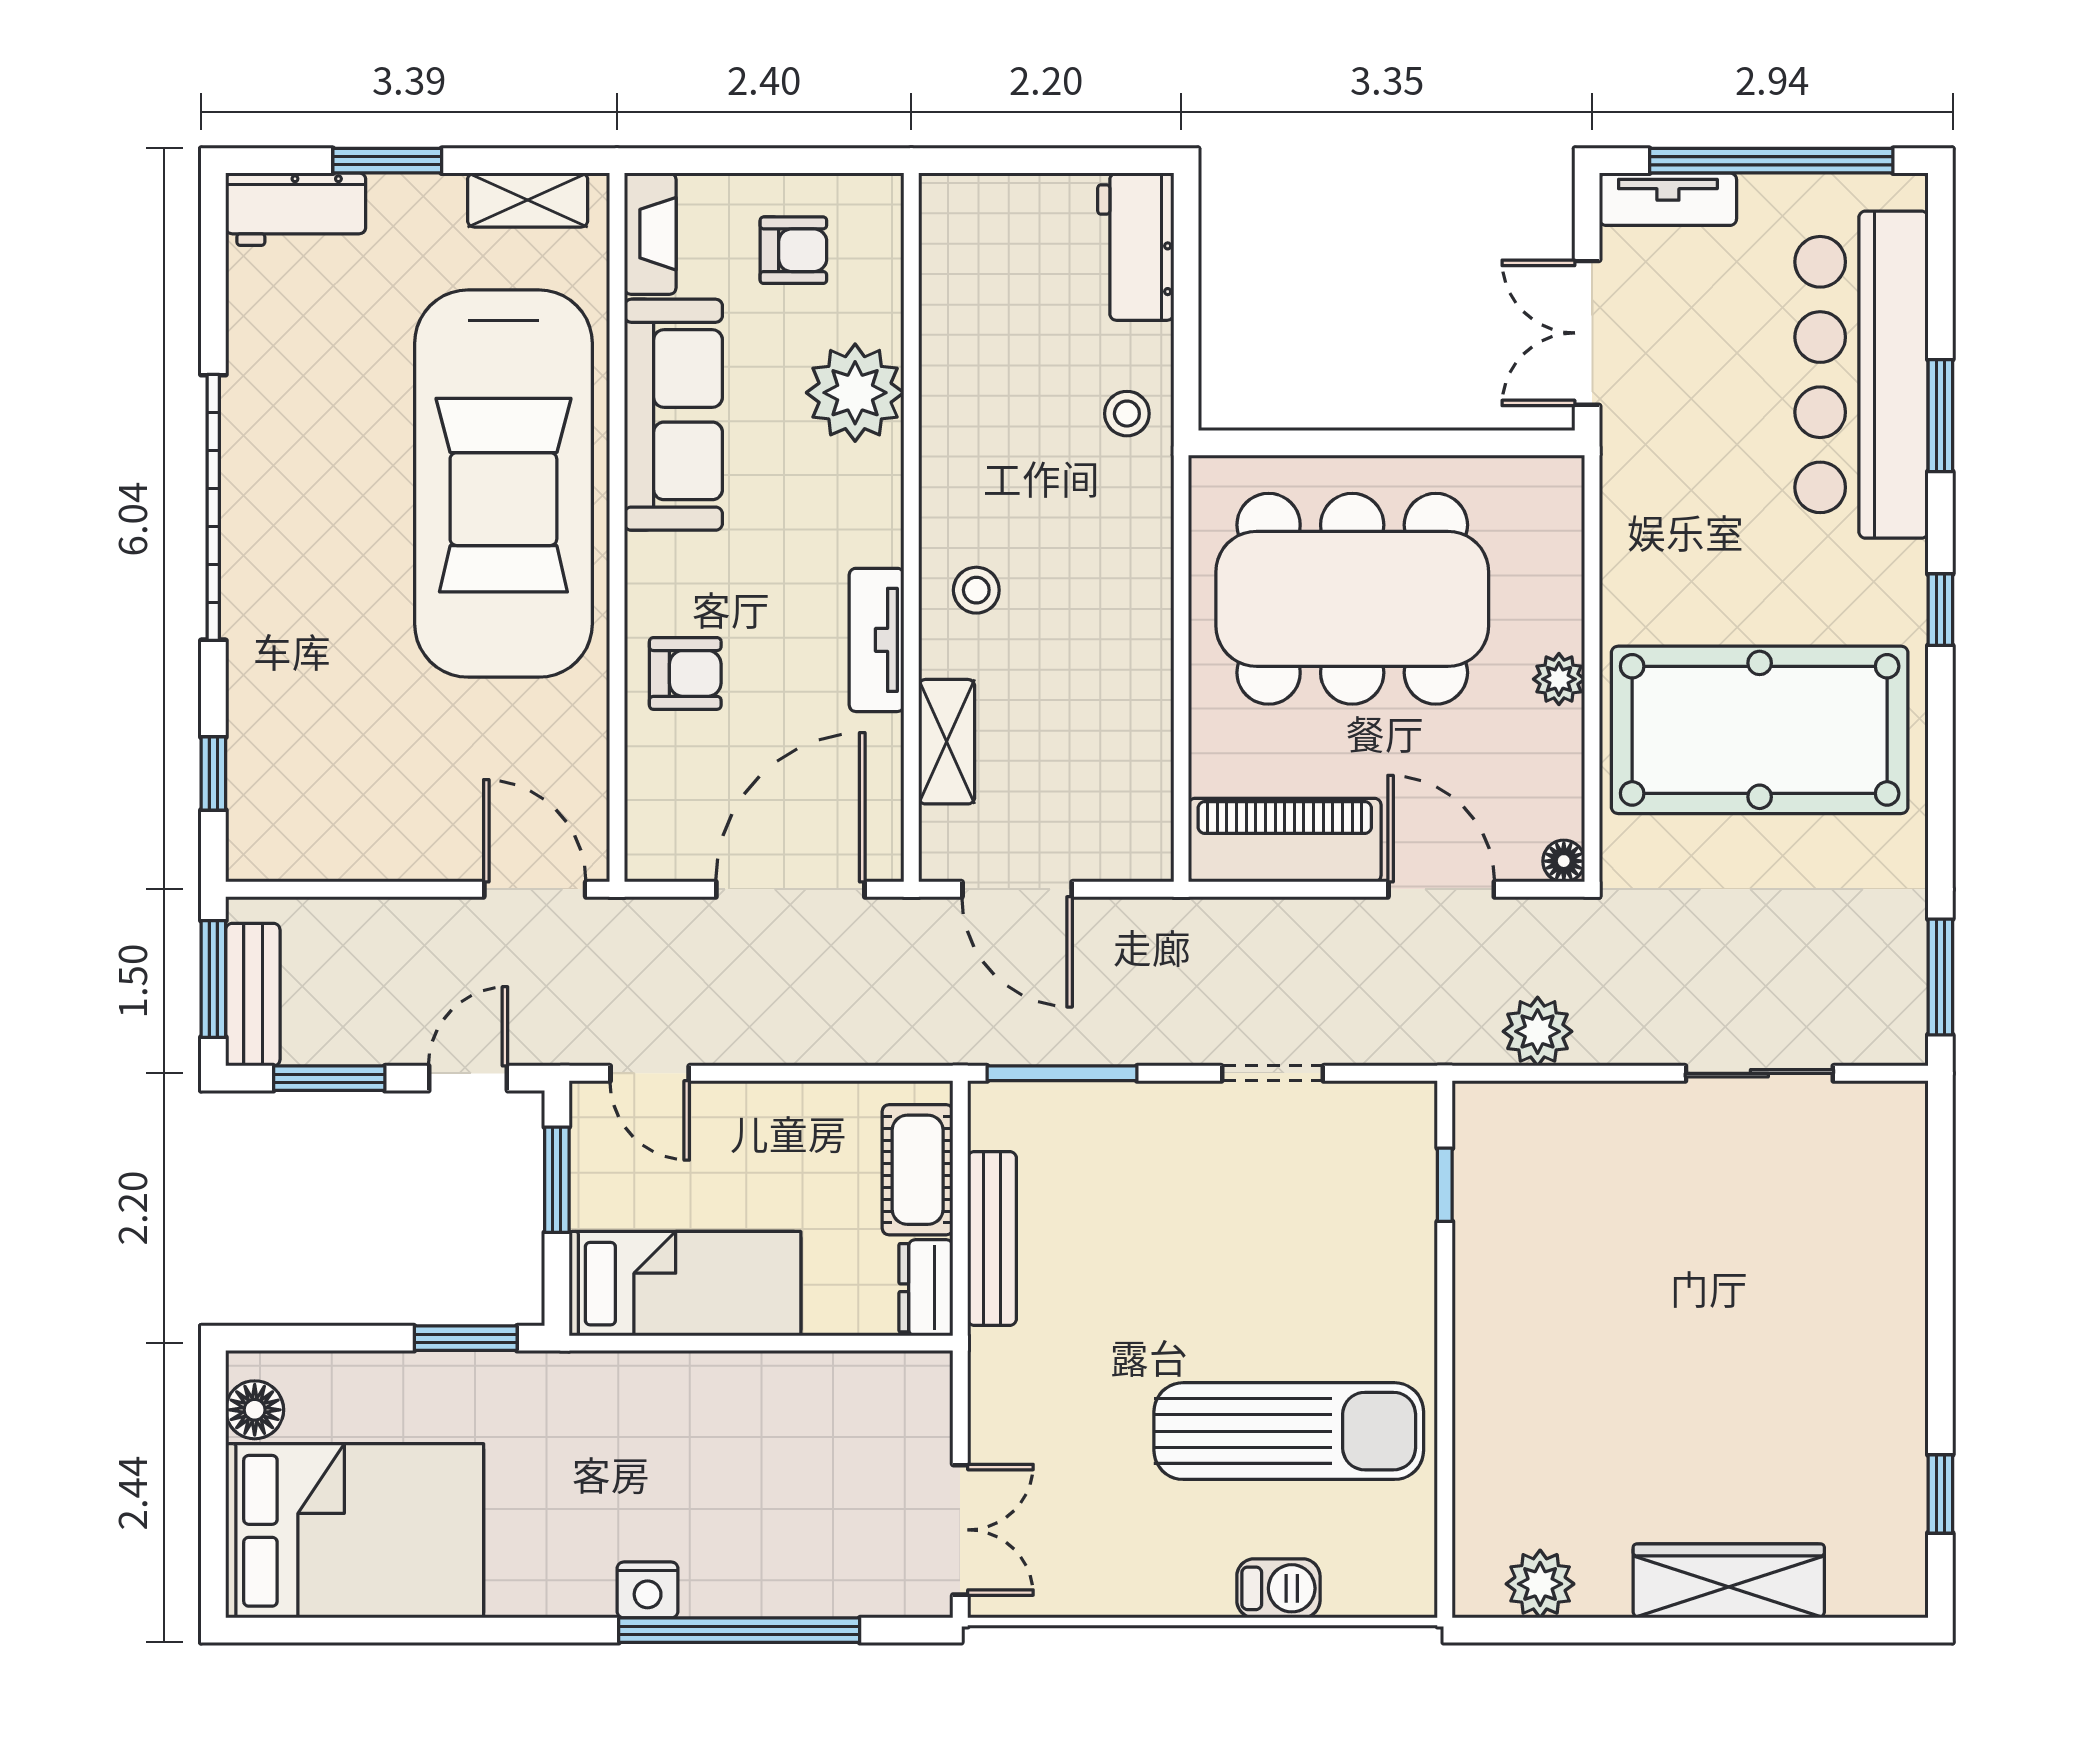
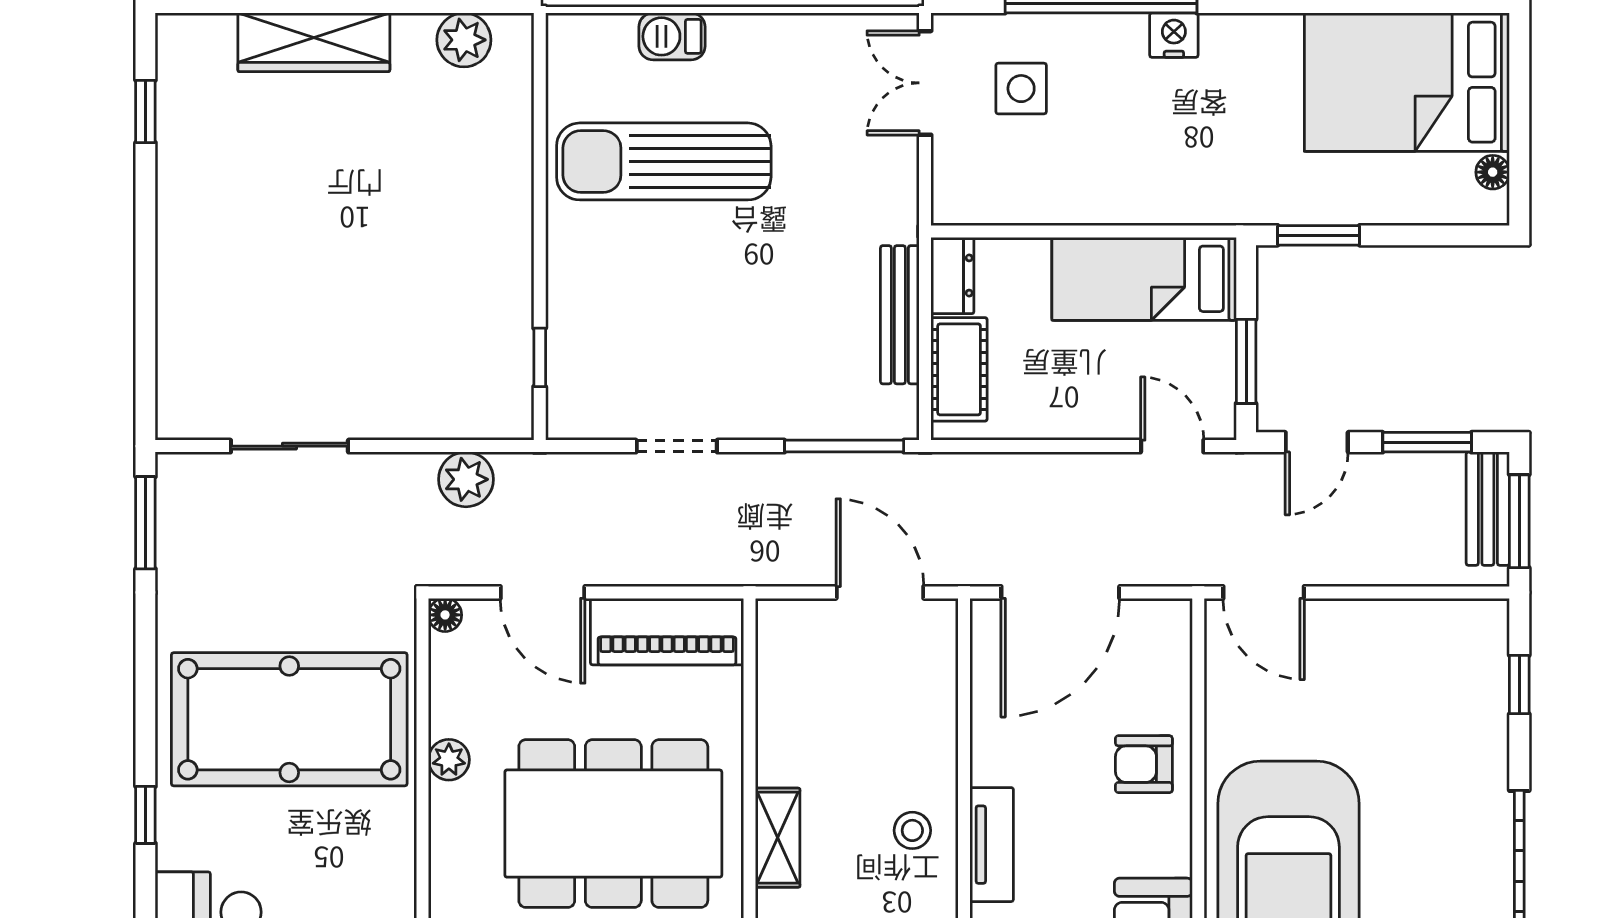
tv unit: (877, 640) -> (992, 845), moved
shelving: (947, 742) -> (778, 838), moved
floor lamp: (255, 1410) -> (1493, 172), width x0.73, depth x0.73
side table: (840, 1523) -> (1021, 89), added

